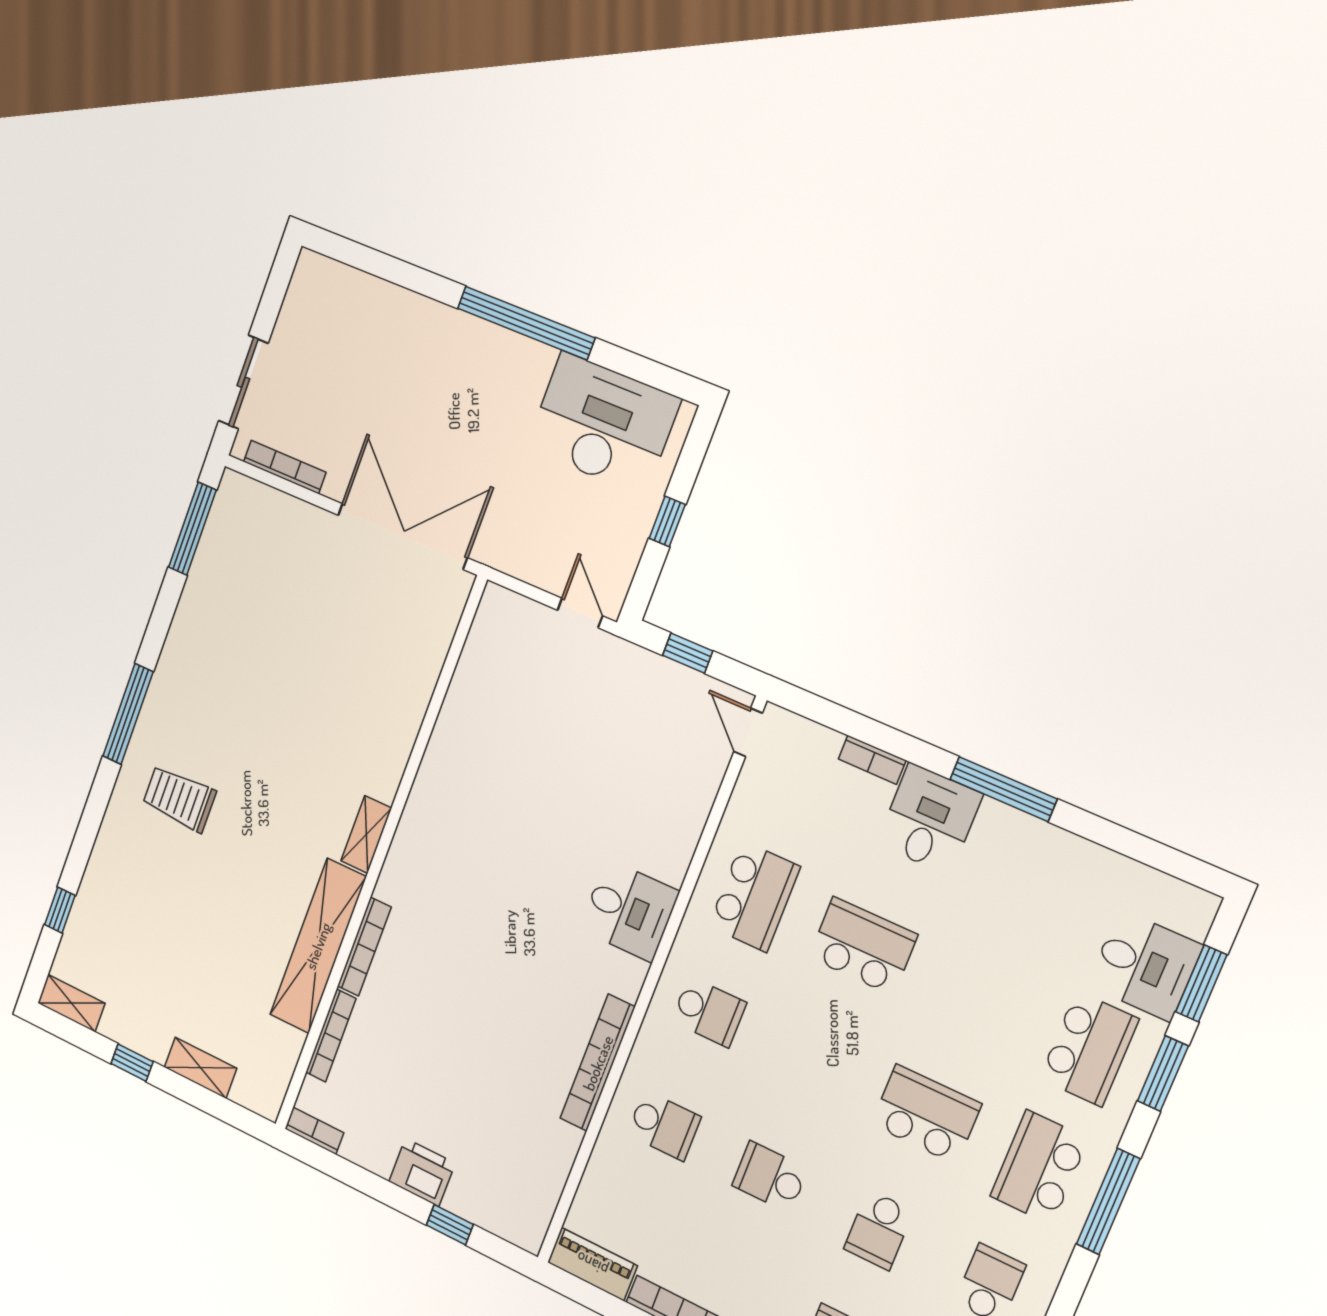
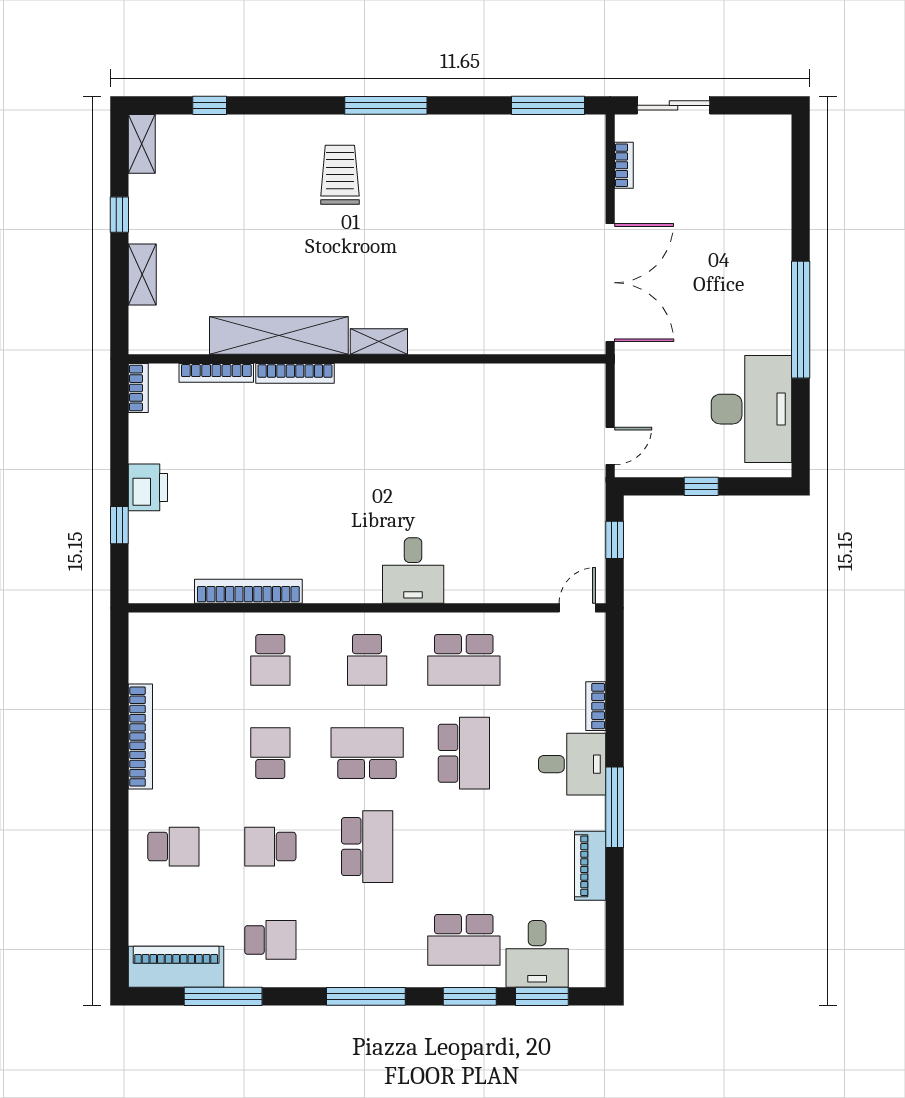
bookcase: (285, 467) -> (624, 165), width x0.64
bookcase: (598, 1063) -> (248, 591), moved
school desk: (1039, 1167) -> (367, 753), moved
piano: (592, 1264) -> (590, 866), moved, turned 180

